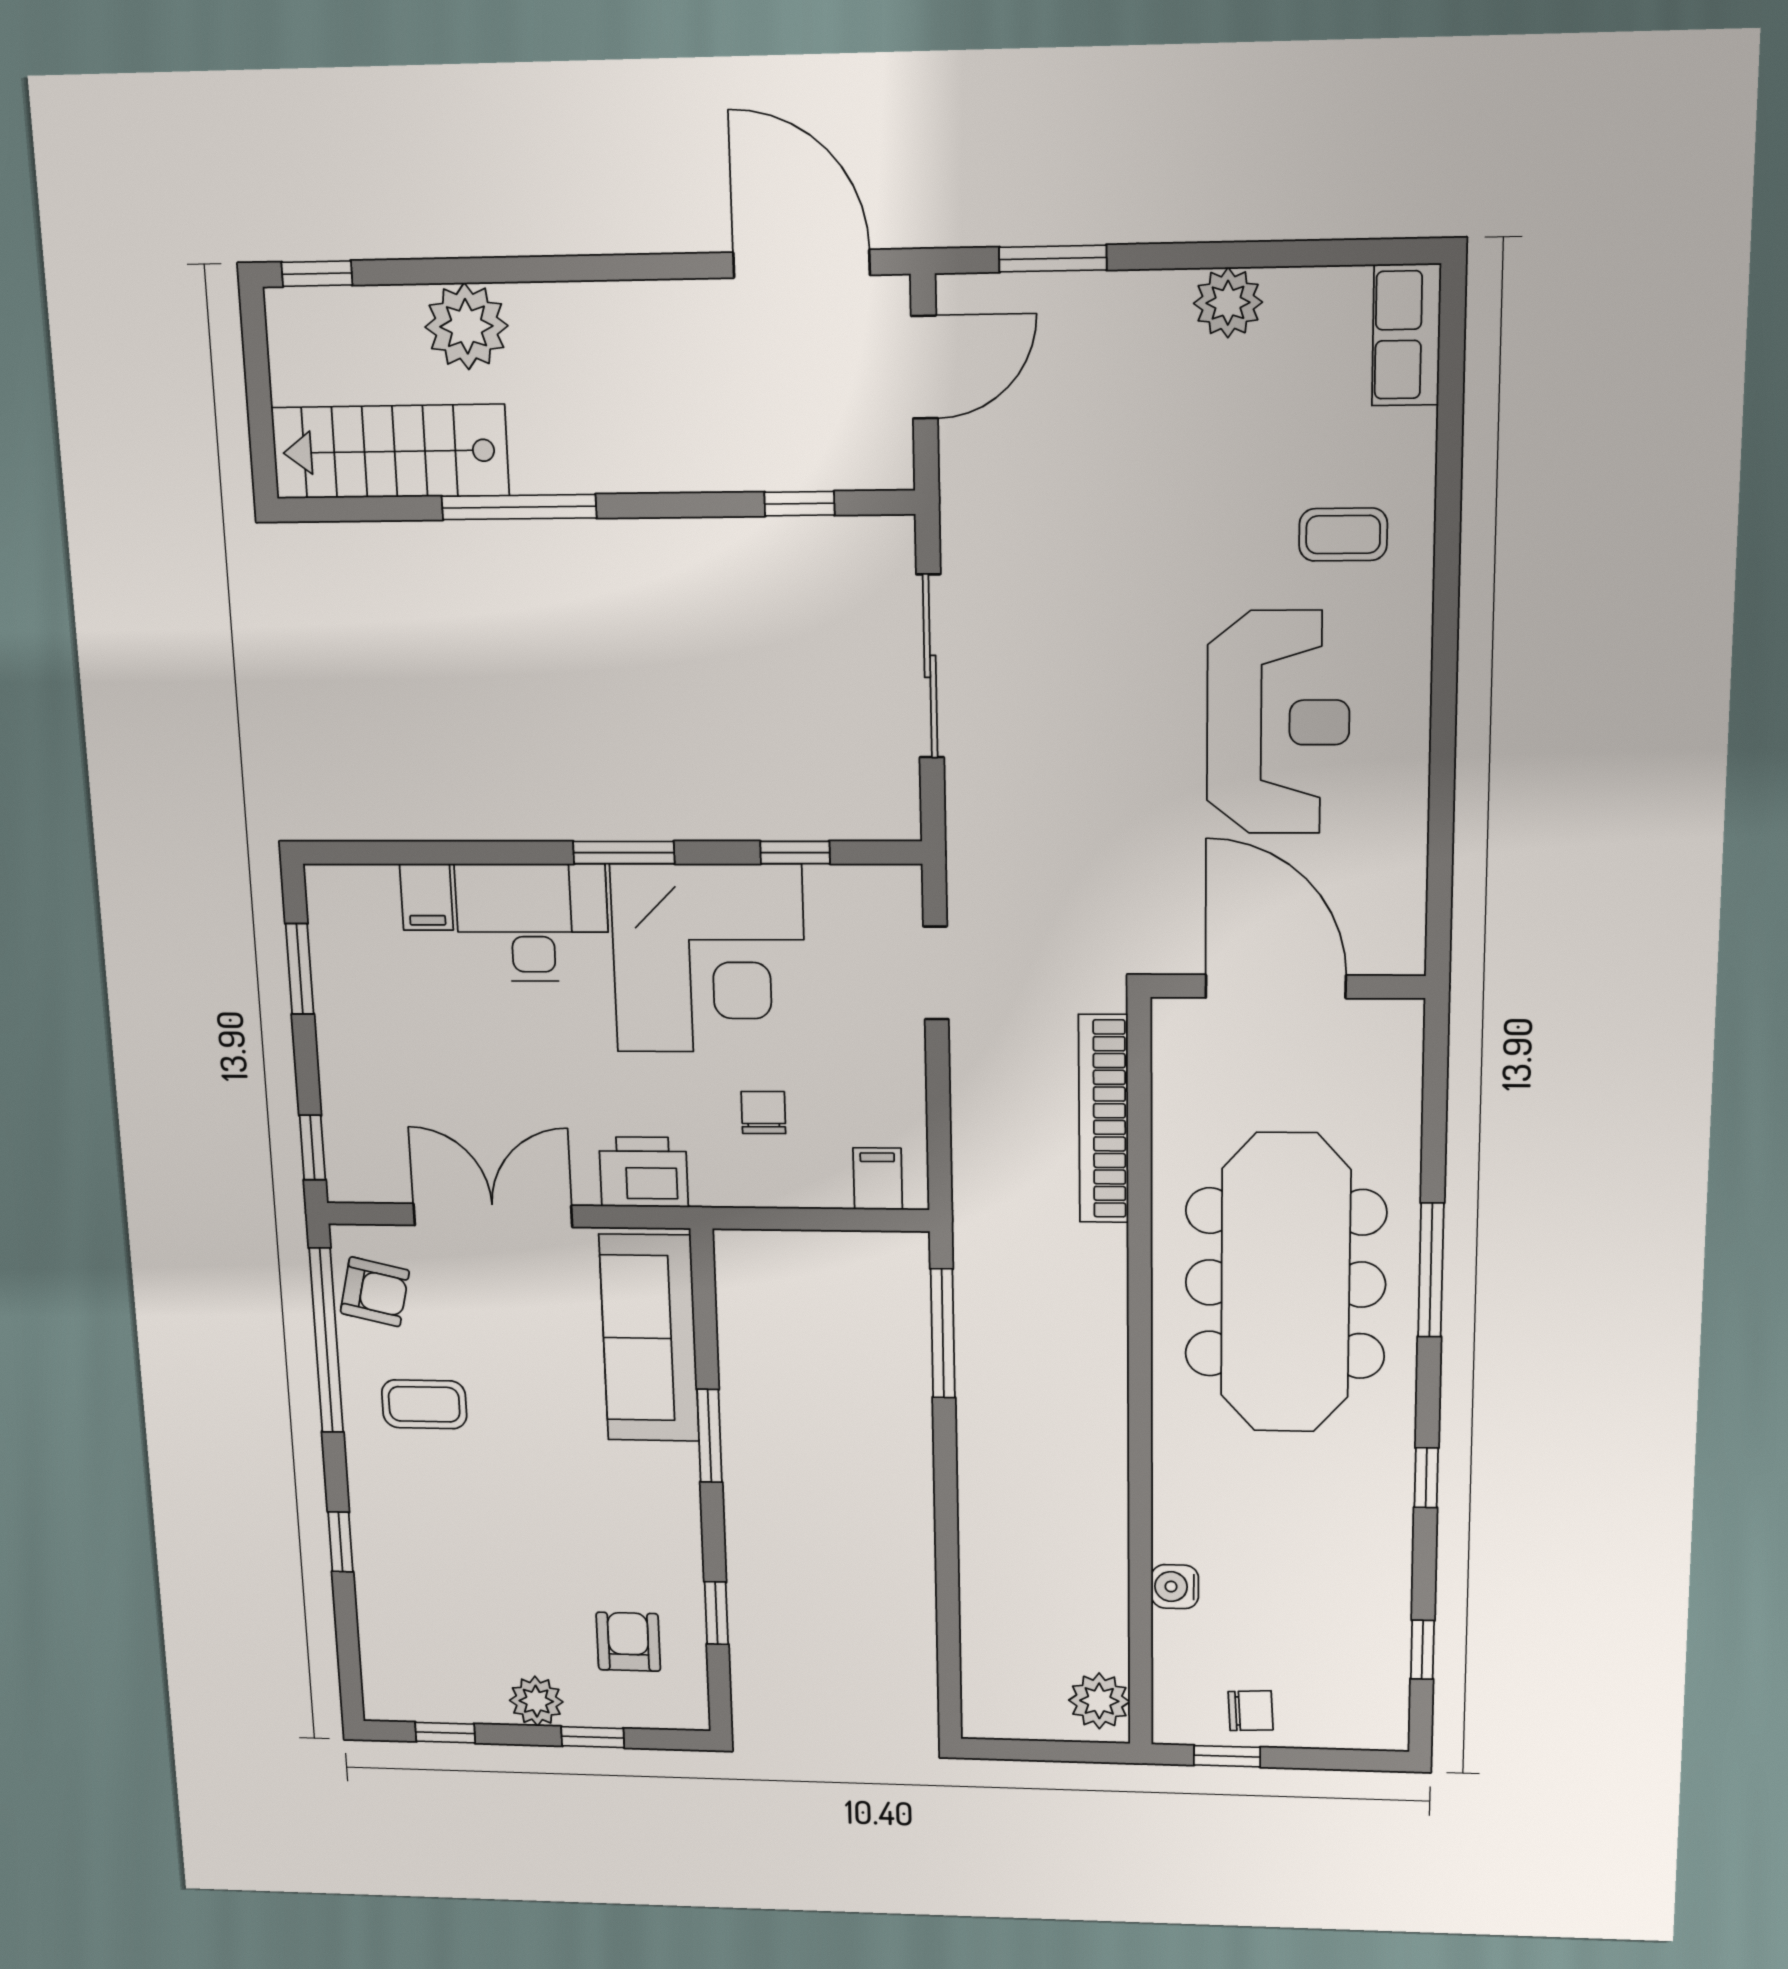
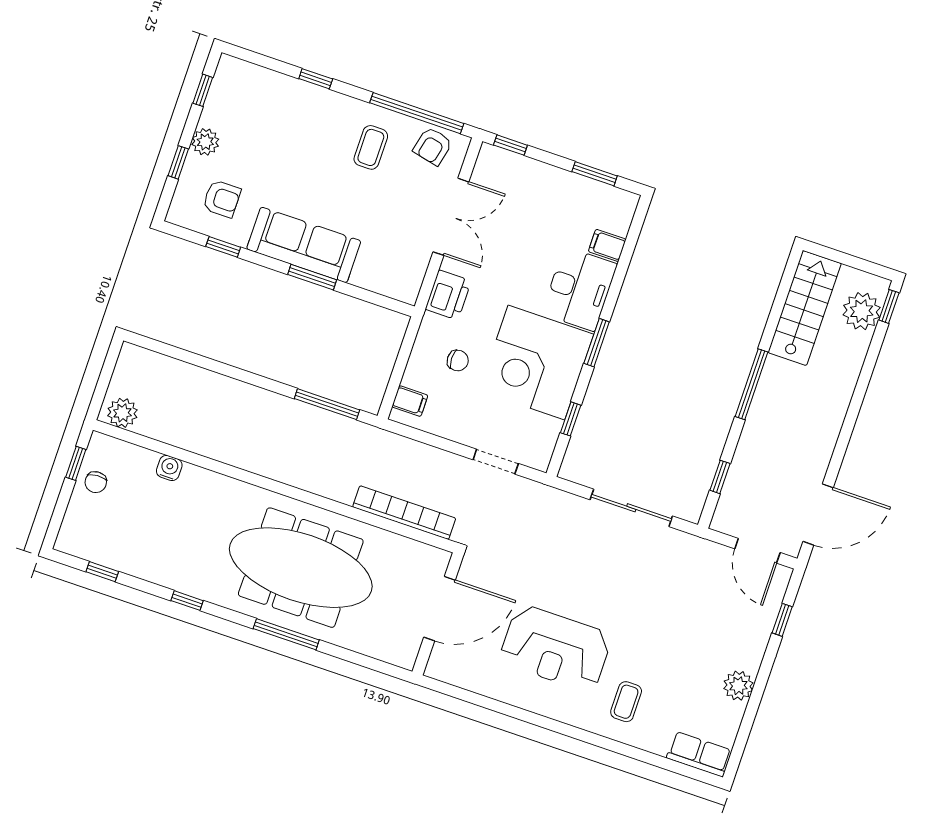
window: (1053, 259) -> (782, 620), width x0.67
plant: (466, 326) -> (862, 311), moved
window: (519, 507) -> (752, 384), moved
sofa: (649, 1338) -> (304, 245), moved

